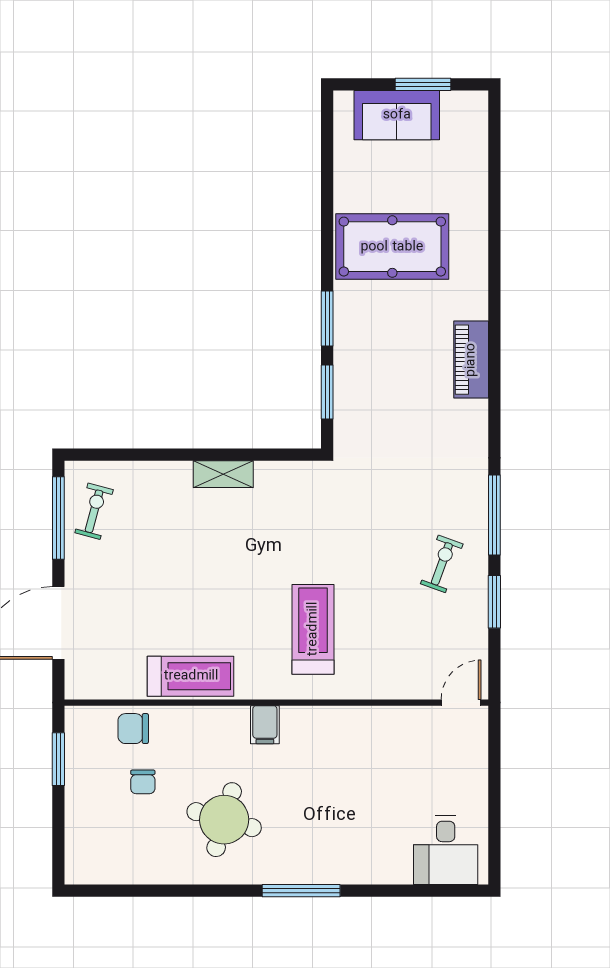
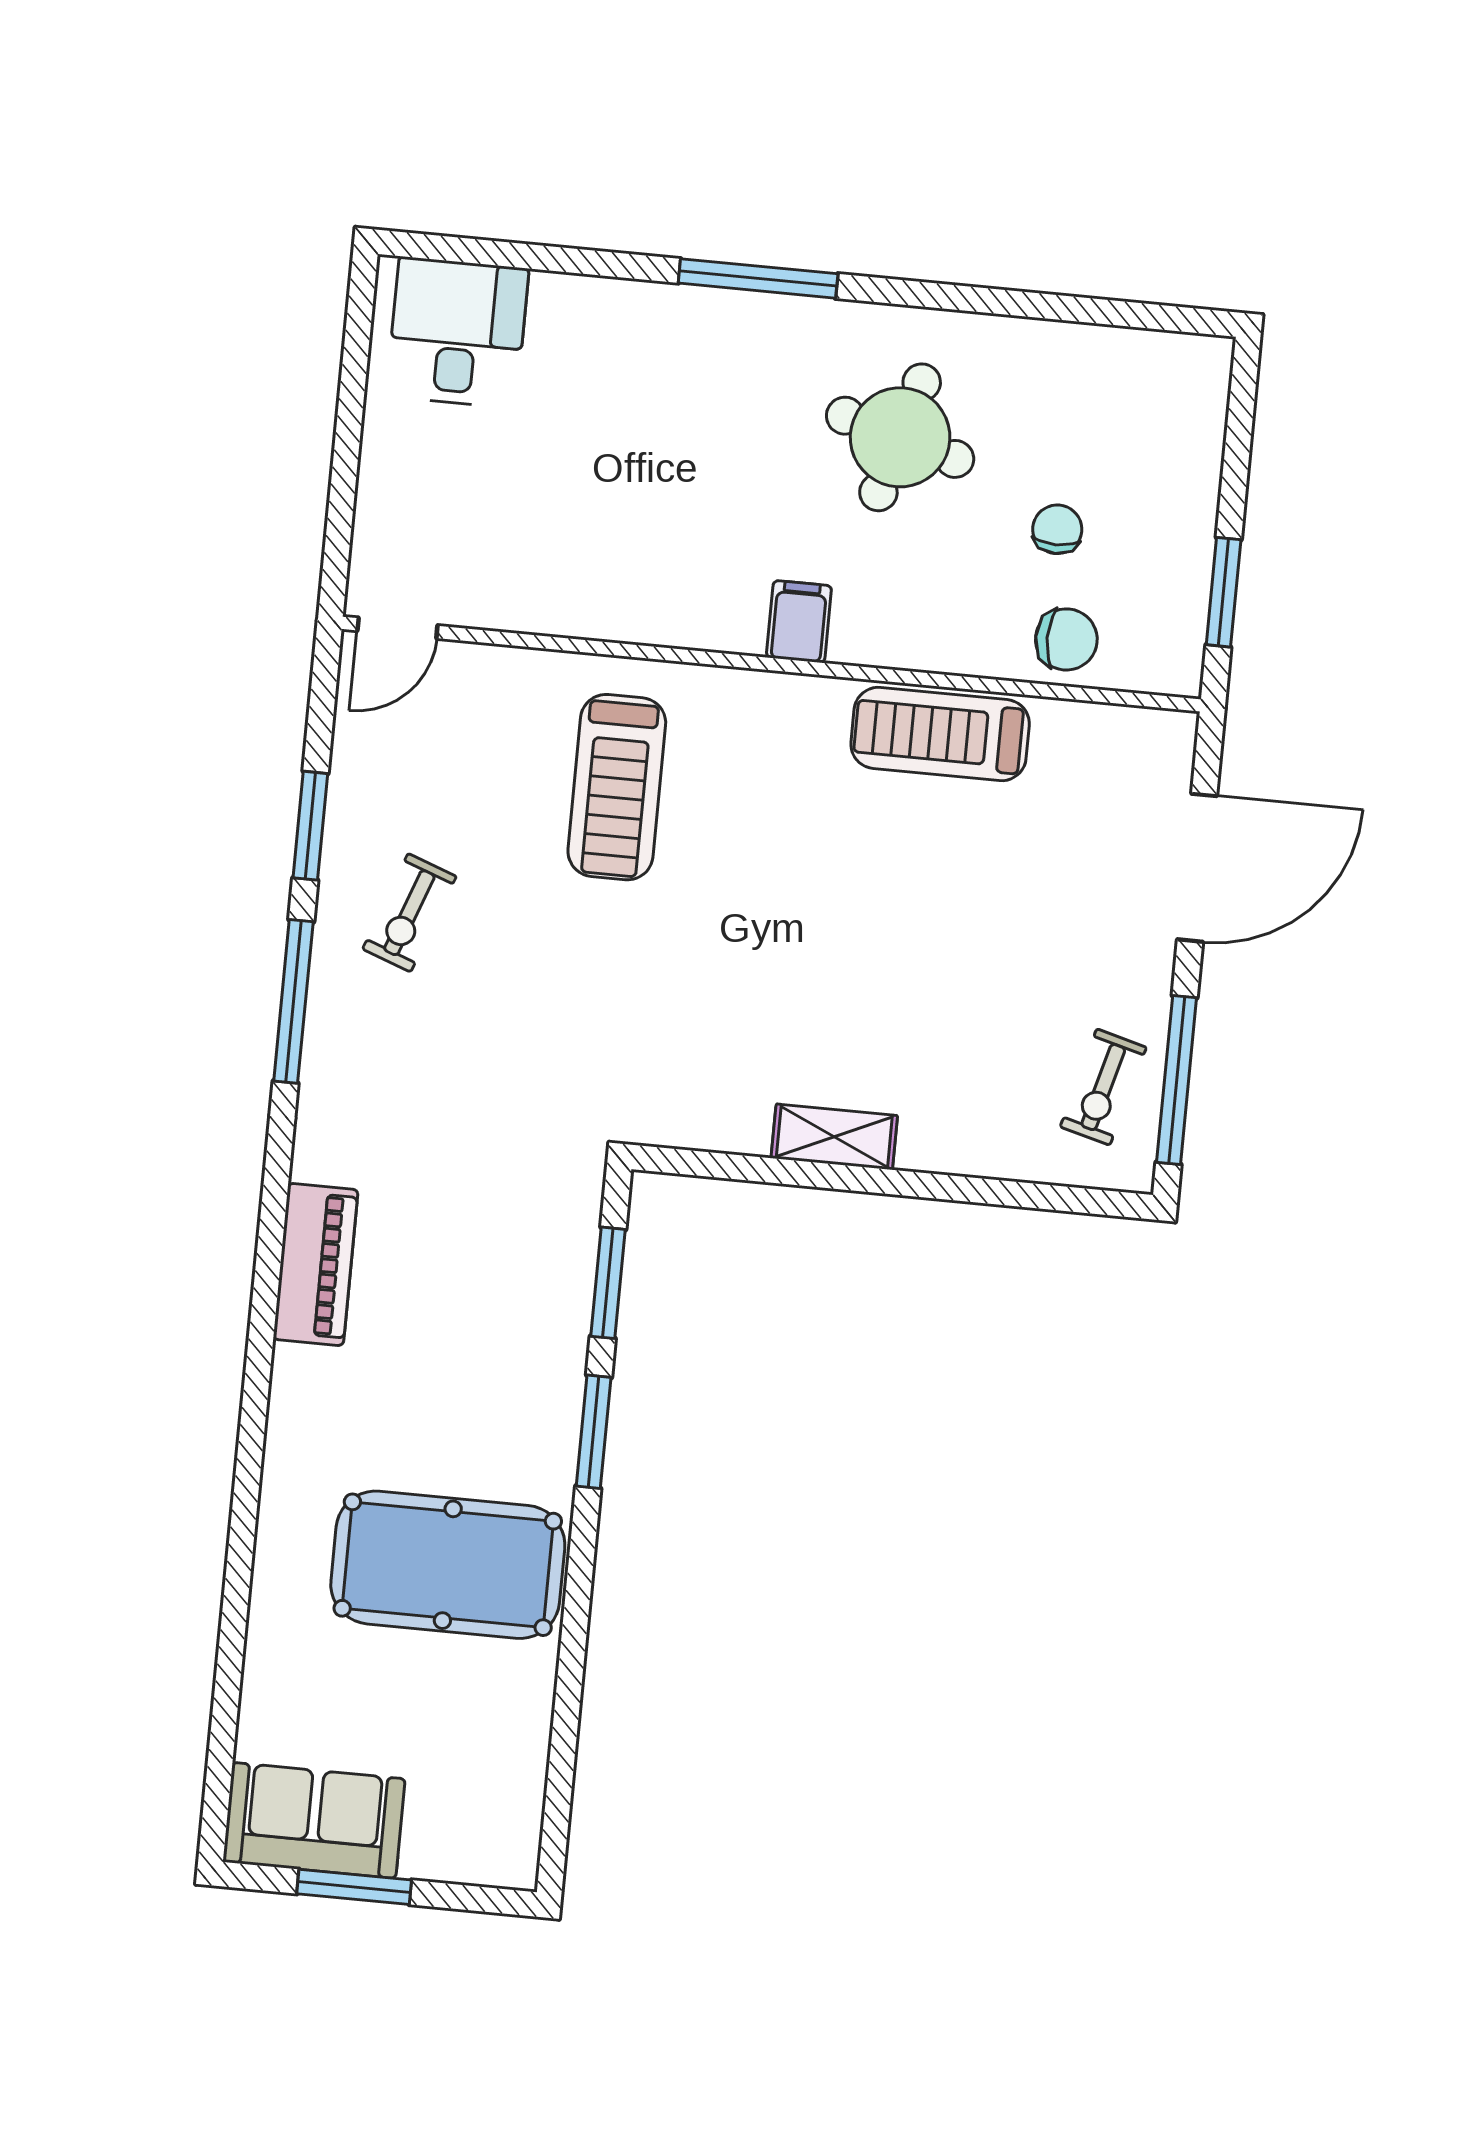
sofa: (397, 115) -> (314, 1820), moved
piano: (471, 360) -> (316, 1264), moved
treadmill: (313, 629) -> (617, 787), moved

